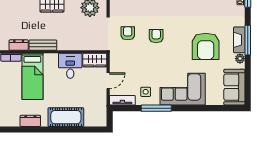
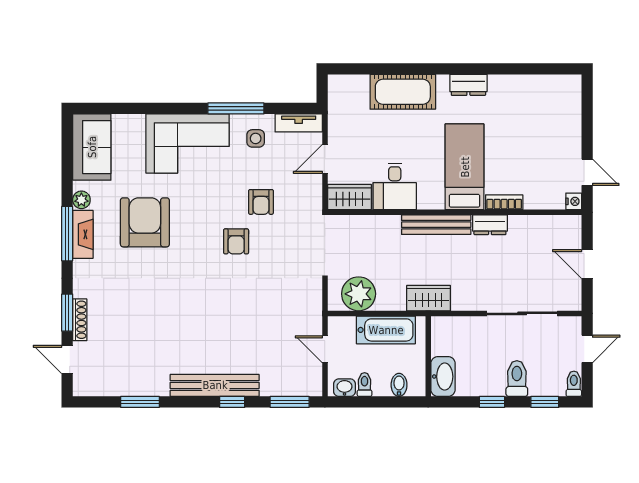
armchair: (128, 33) -> (261, 202), moved
bench: (43, 45) -> (436, 225), width x1.36

